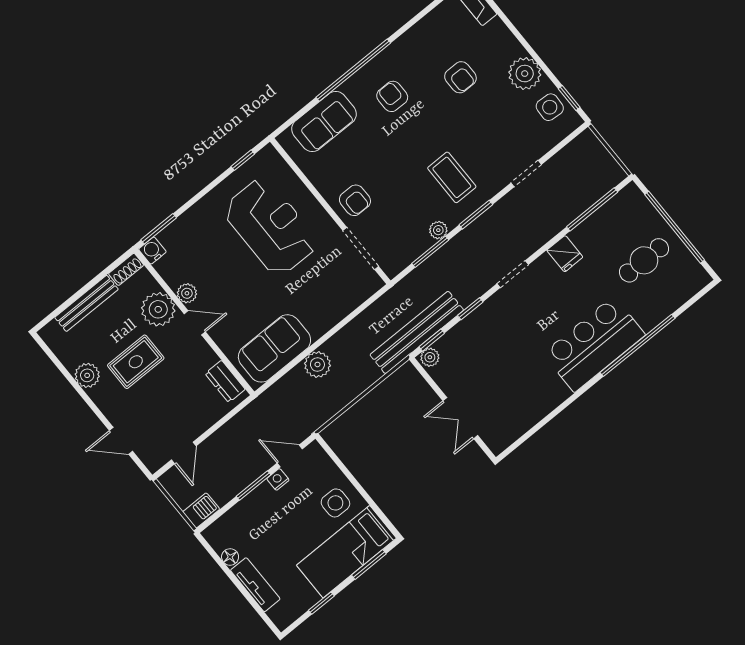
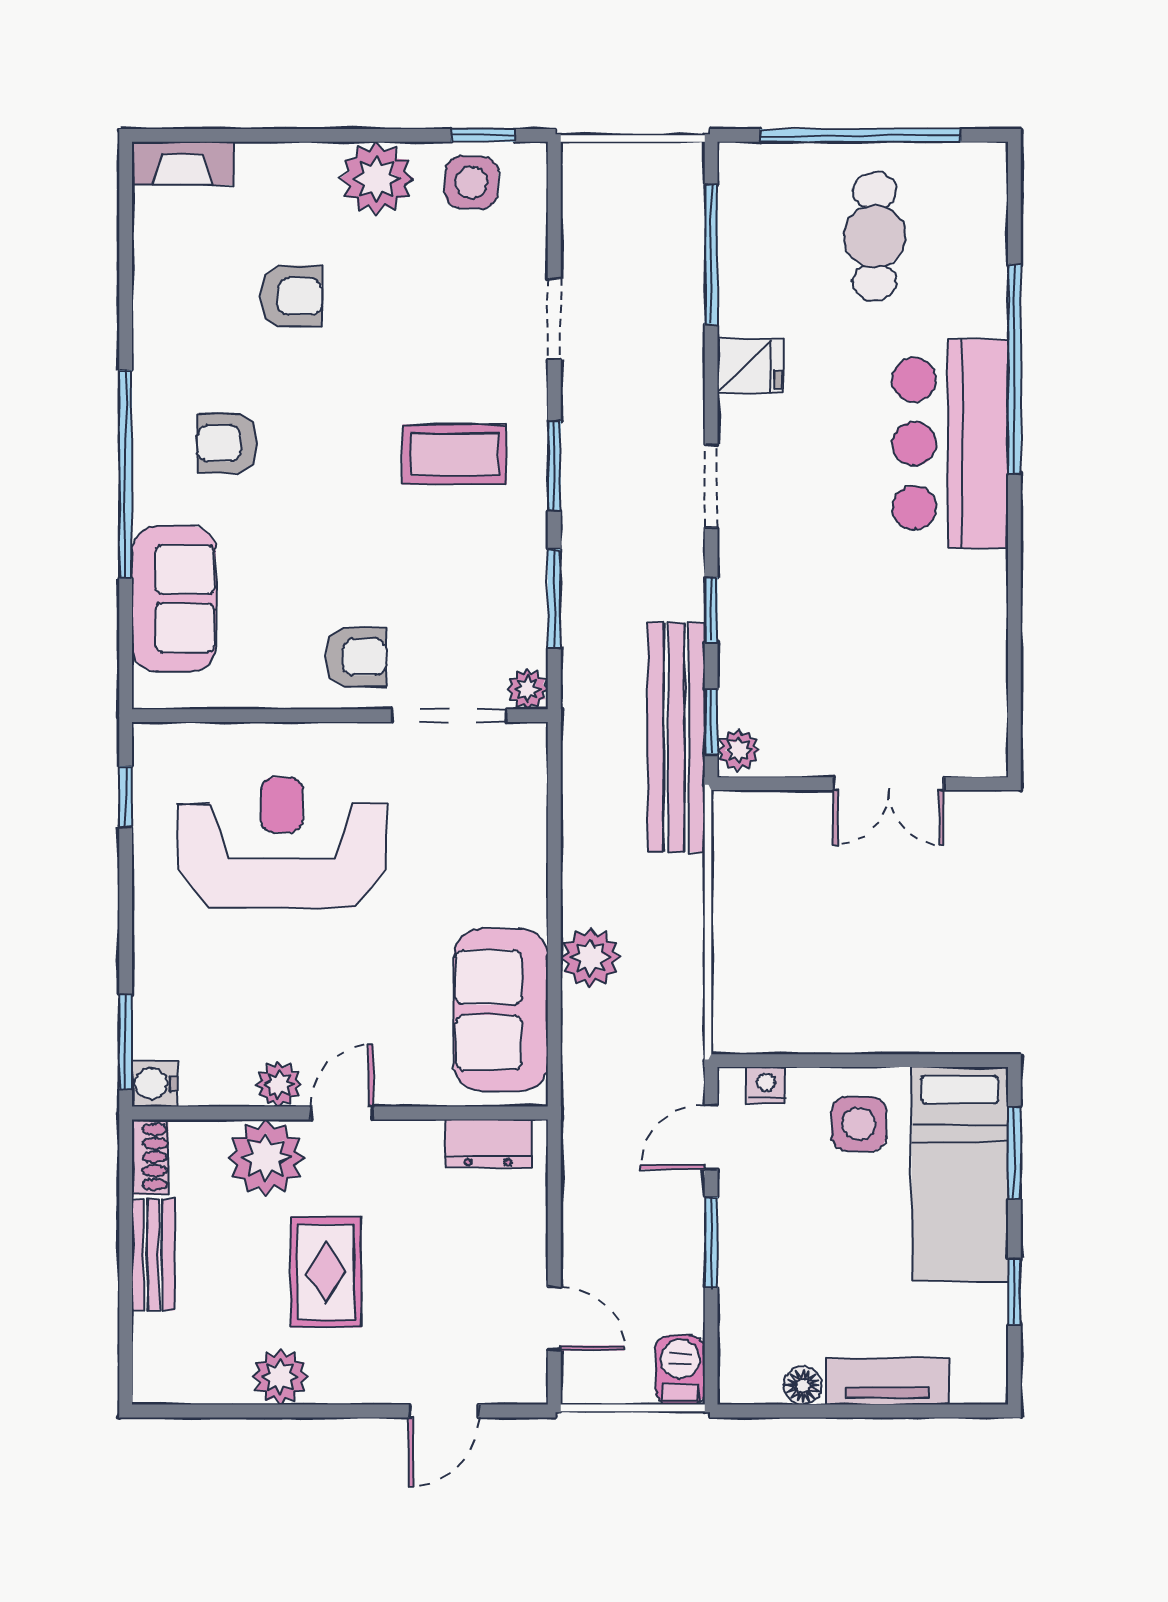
plant: (438, 230) -> (528, 689), moved
bench: (86, 303) -> (153, 1255), width x0.73
nightstand: (278, 479) -> (766, 1085), moved, turned 90

